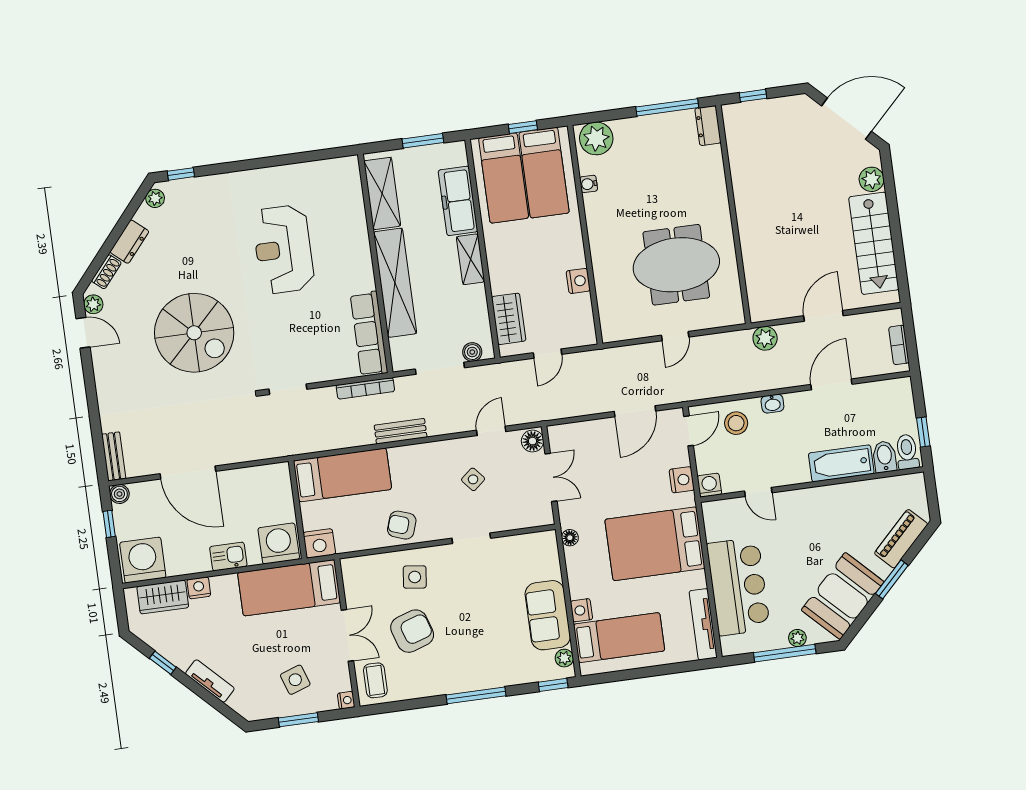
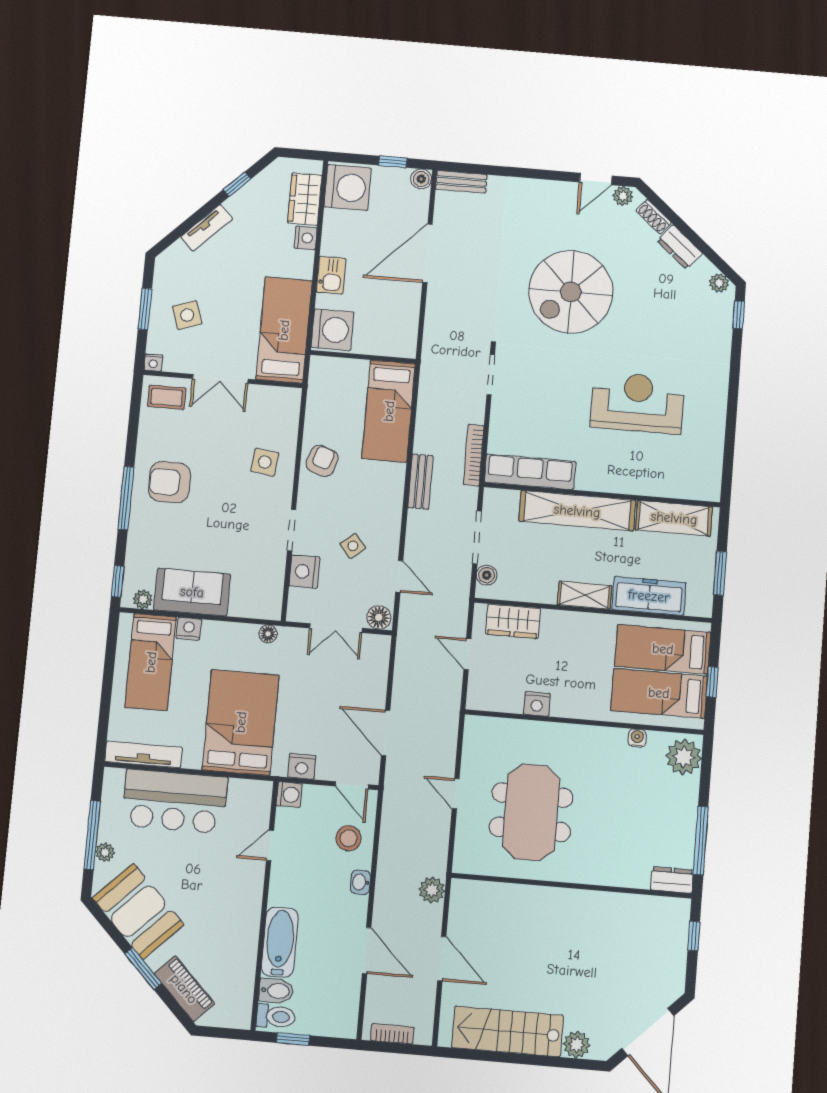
nightstand: (319, 543) -> (304, 571), moved
armchair: (412, 631) -> (170, 482), moved, turned 108

